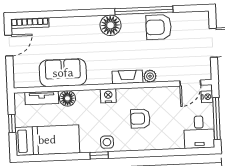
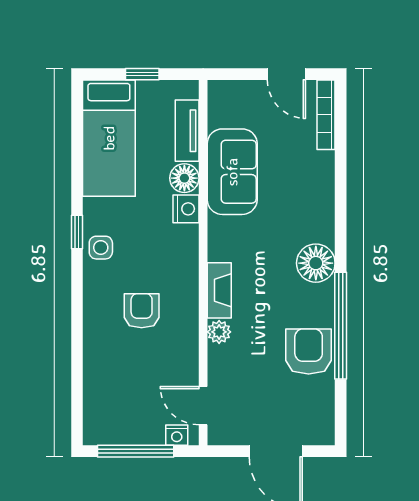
nightstand: (108, 96) -> (186, 209), moved
desk: (199, 132) -> (112, 418), removed

